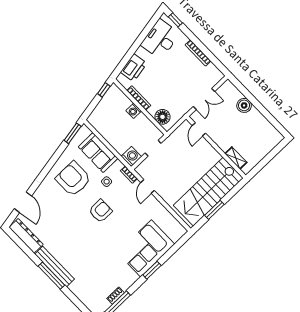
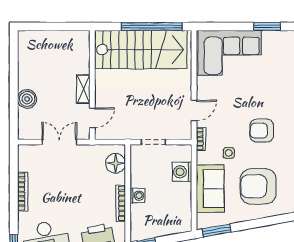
washing machine: (131, 157) -> (182, 172), moved
shelving: (236, 158) -> (83, 89), moved
armchair: (73, 179) -> (258, 186), turned 90
window: (214, 210) -> (152, 26), width x2.11
corner sofa: (146, 248) -> (230, 53), moved

